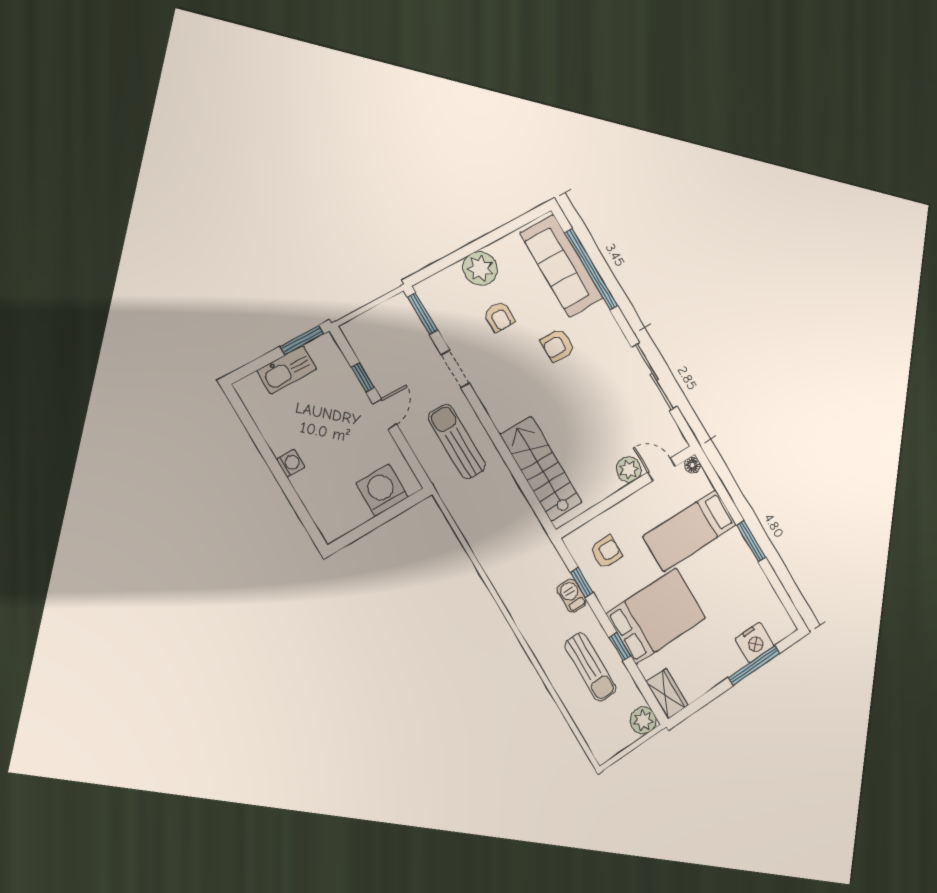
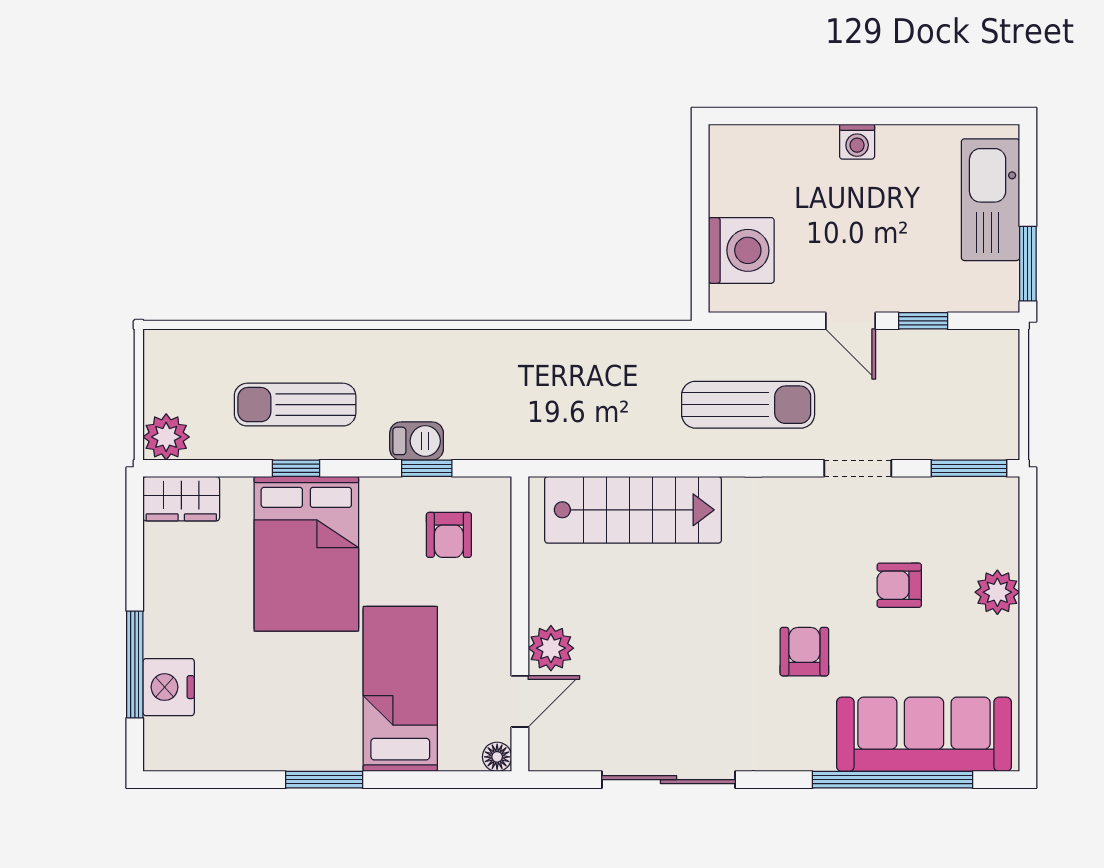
plant: (480, 268) -> (997, 592), width x0.73, depth x0.73
kitchen sink: (287, 370) -> (990, 200), width x1.36, depth x1.24

